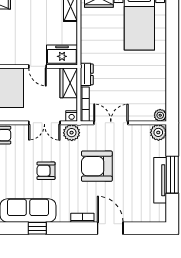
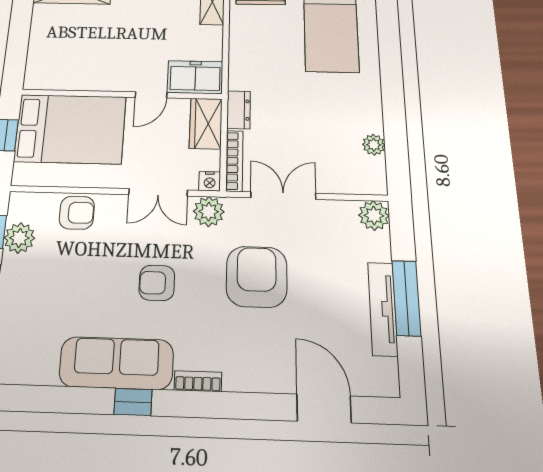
door: (38, 66) -> (151, 95), hinge flipped
plant: (160, 115) -> (374, 145), moved
armchair: (97, 166) -> (257, 277), turned 90
bookcase: (82, 218) -> (198, 381), moved
door: (110, 228) -> (324, 408), moved

